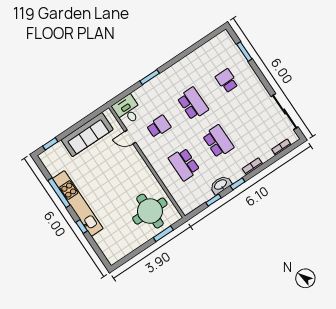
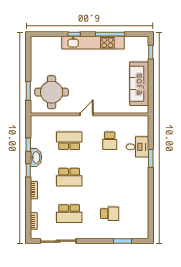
school desk: (193, 104) -> (69, 214), moved
desk: (127, 110) -> (137, 147), moved
door: (130, 137) -> (86, 114), moved

